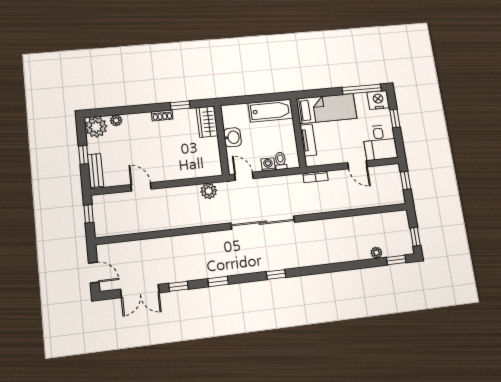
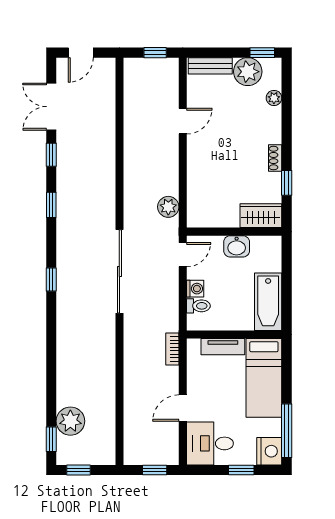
plant: (96, 127) -> (248, 72), moved
window: (83, 155) -> (262, 53), moved
plant: (376, 253) -> (70, 421), width x1.88, depth x1.88

